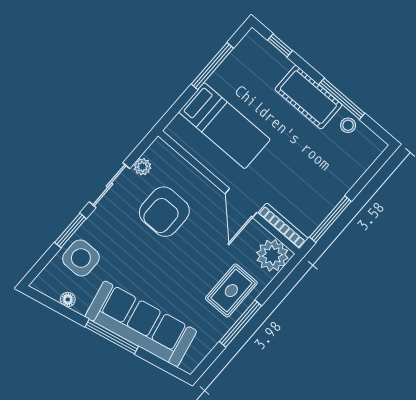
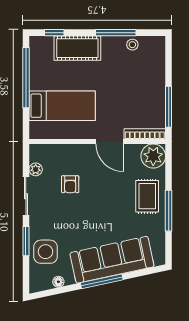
window: (212, 66) -> (26, 78), width x1.46
cot: (308, 97) -> (77, 48), moved
armchair: (164, 212) -> (70, 184), width x0.53, depth x0.53

